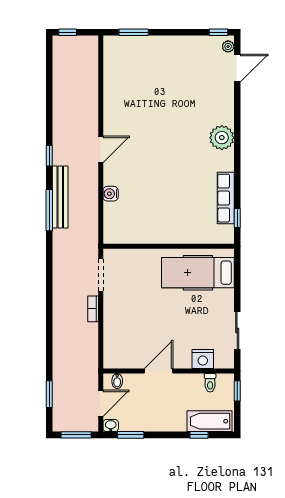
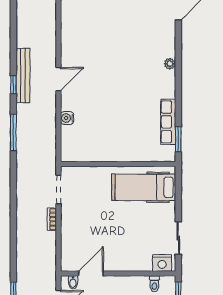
plant: (222, 138) -> (170, 64), width x0.53, depth x0.53
bench: (60, 197) -> (23, 76), moved
window: (237, 218) -> (178, 139), width x1.50
nightstand: (203, 359) -> (162, 263), moved
door: (159, 371) -> (91, 274), moved

